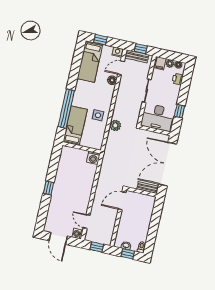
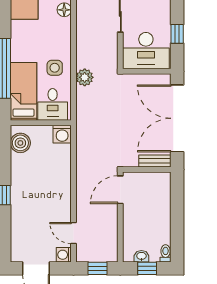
desk: (92, 138) -> (53, 104), added
boiler: (66, 158) -> (20, 143), added

